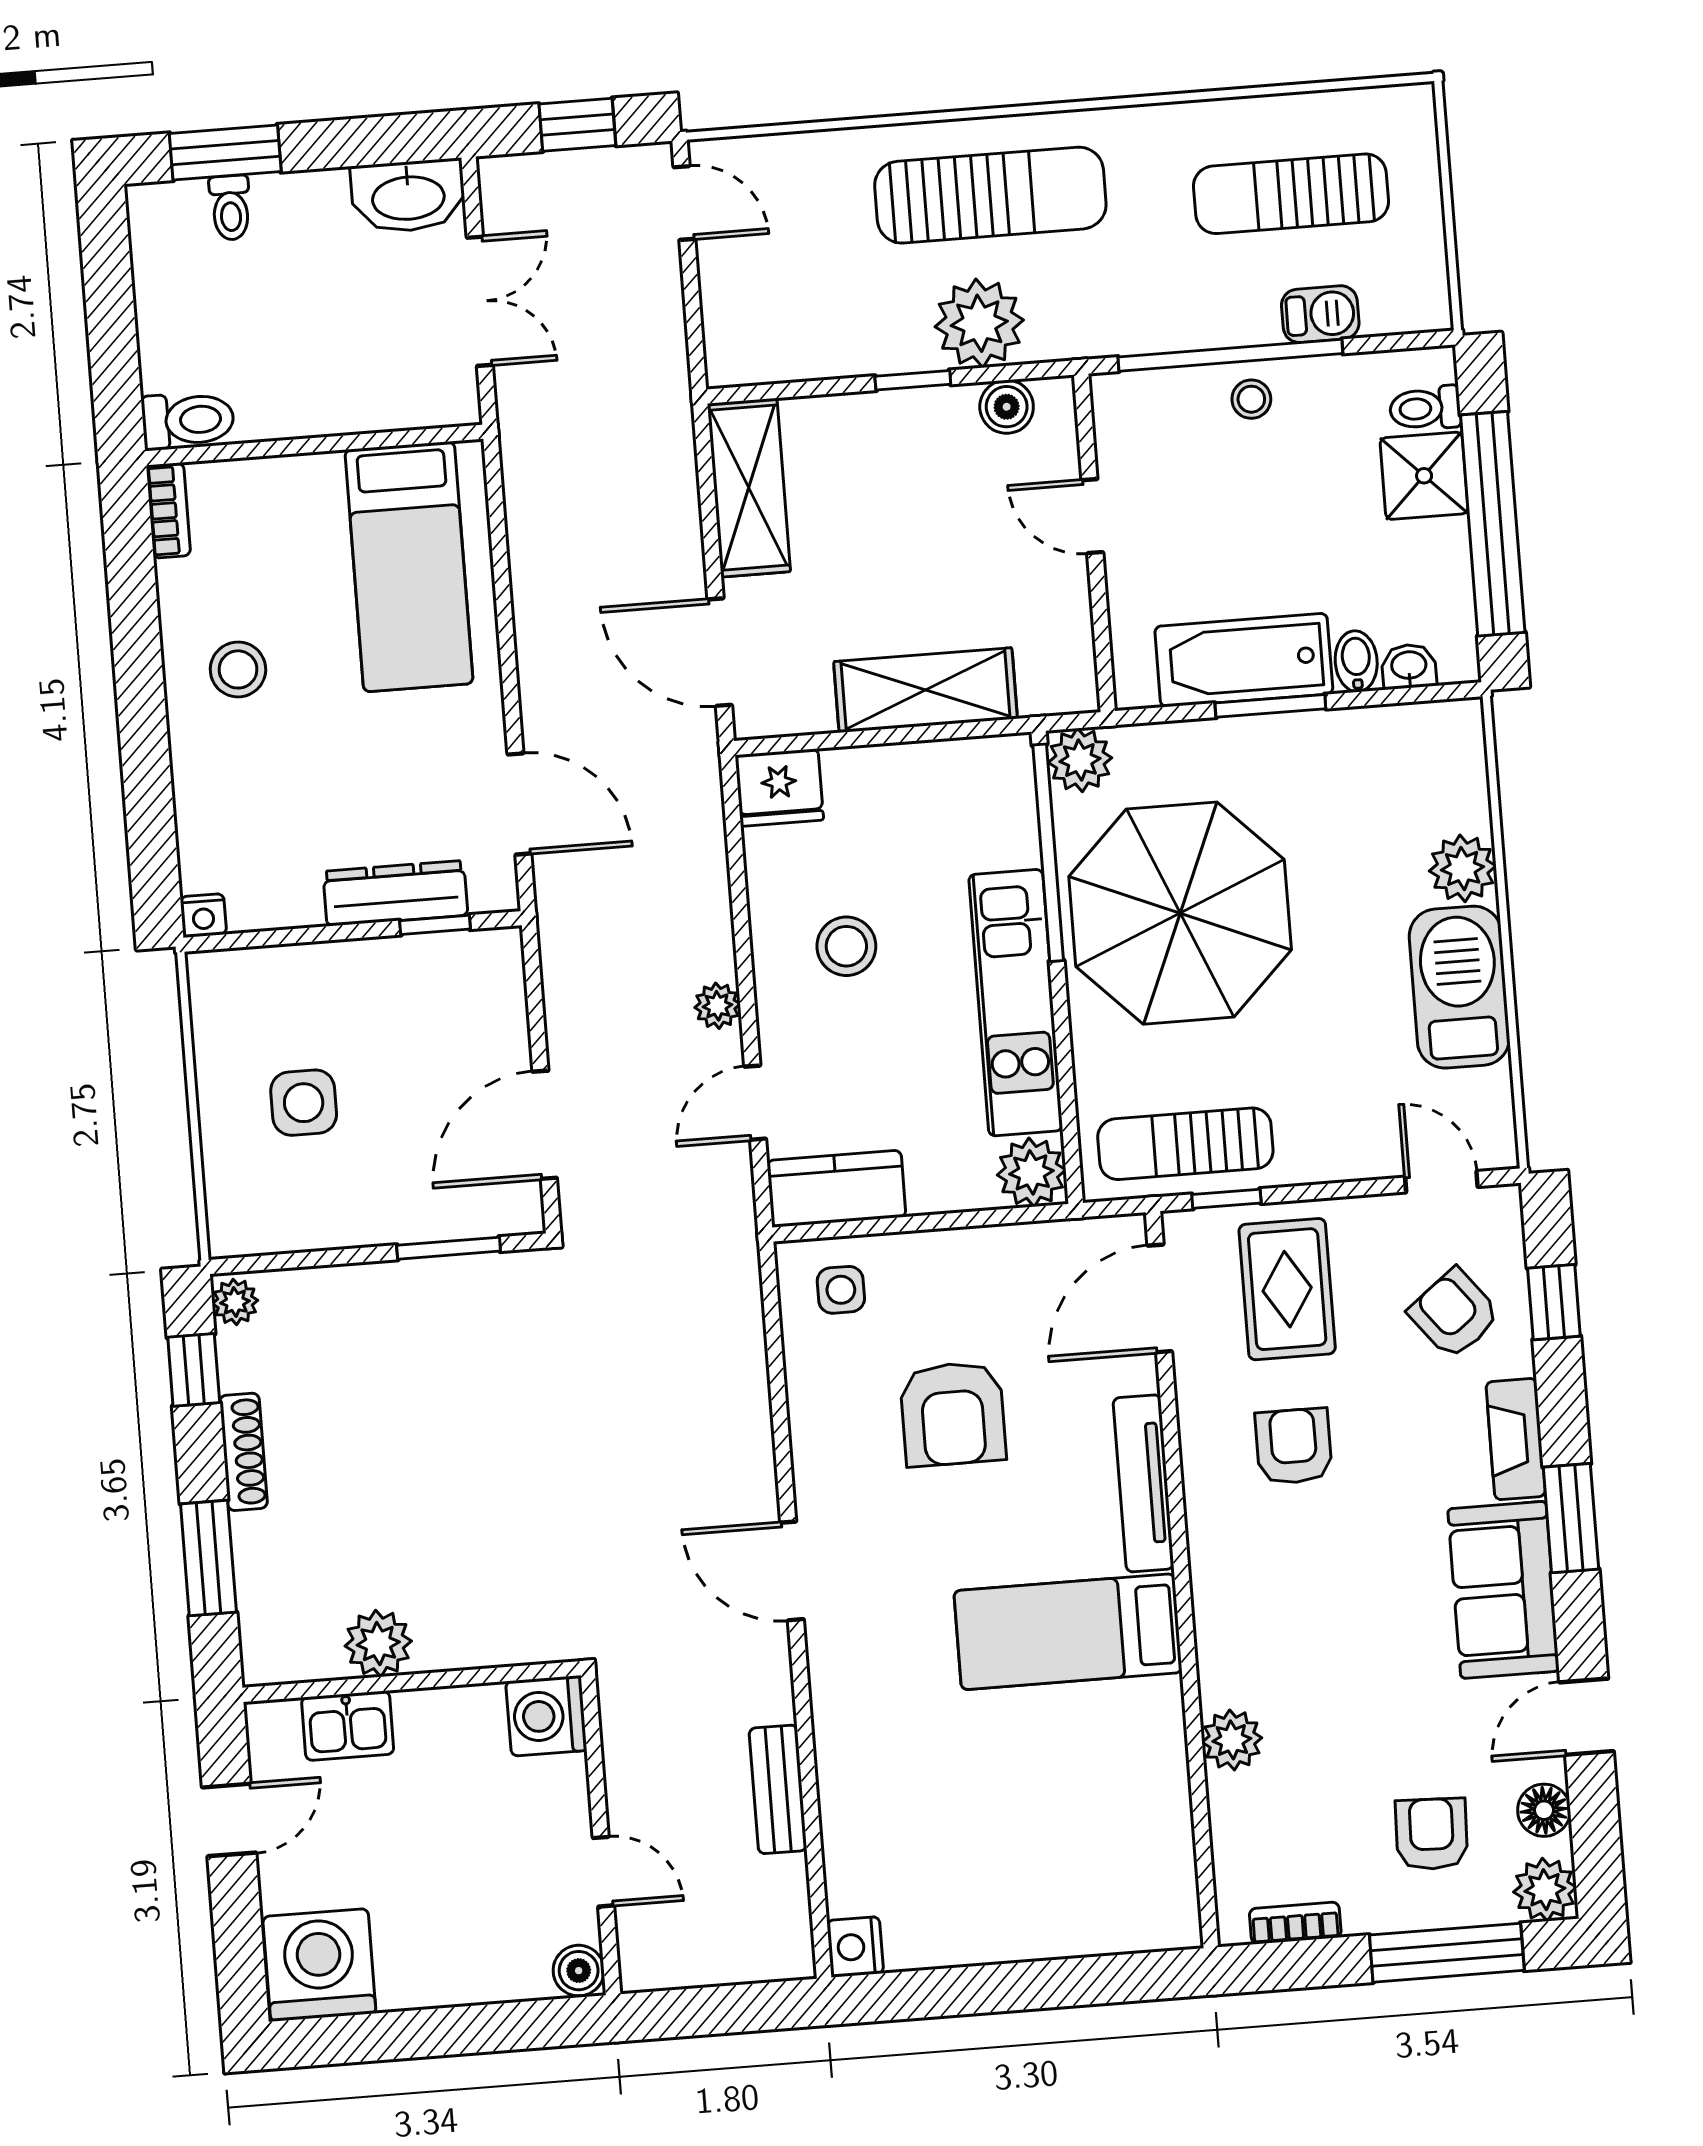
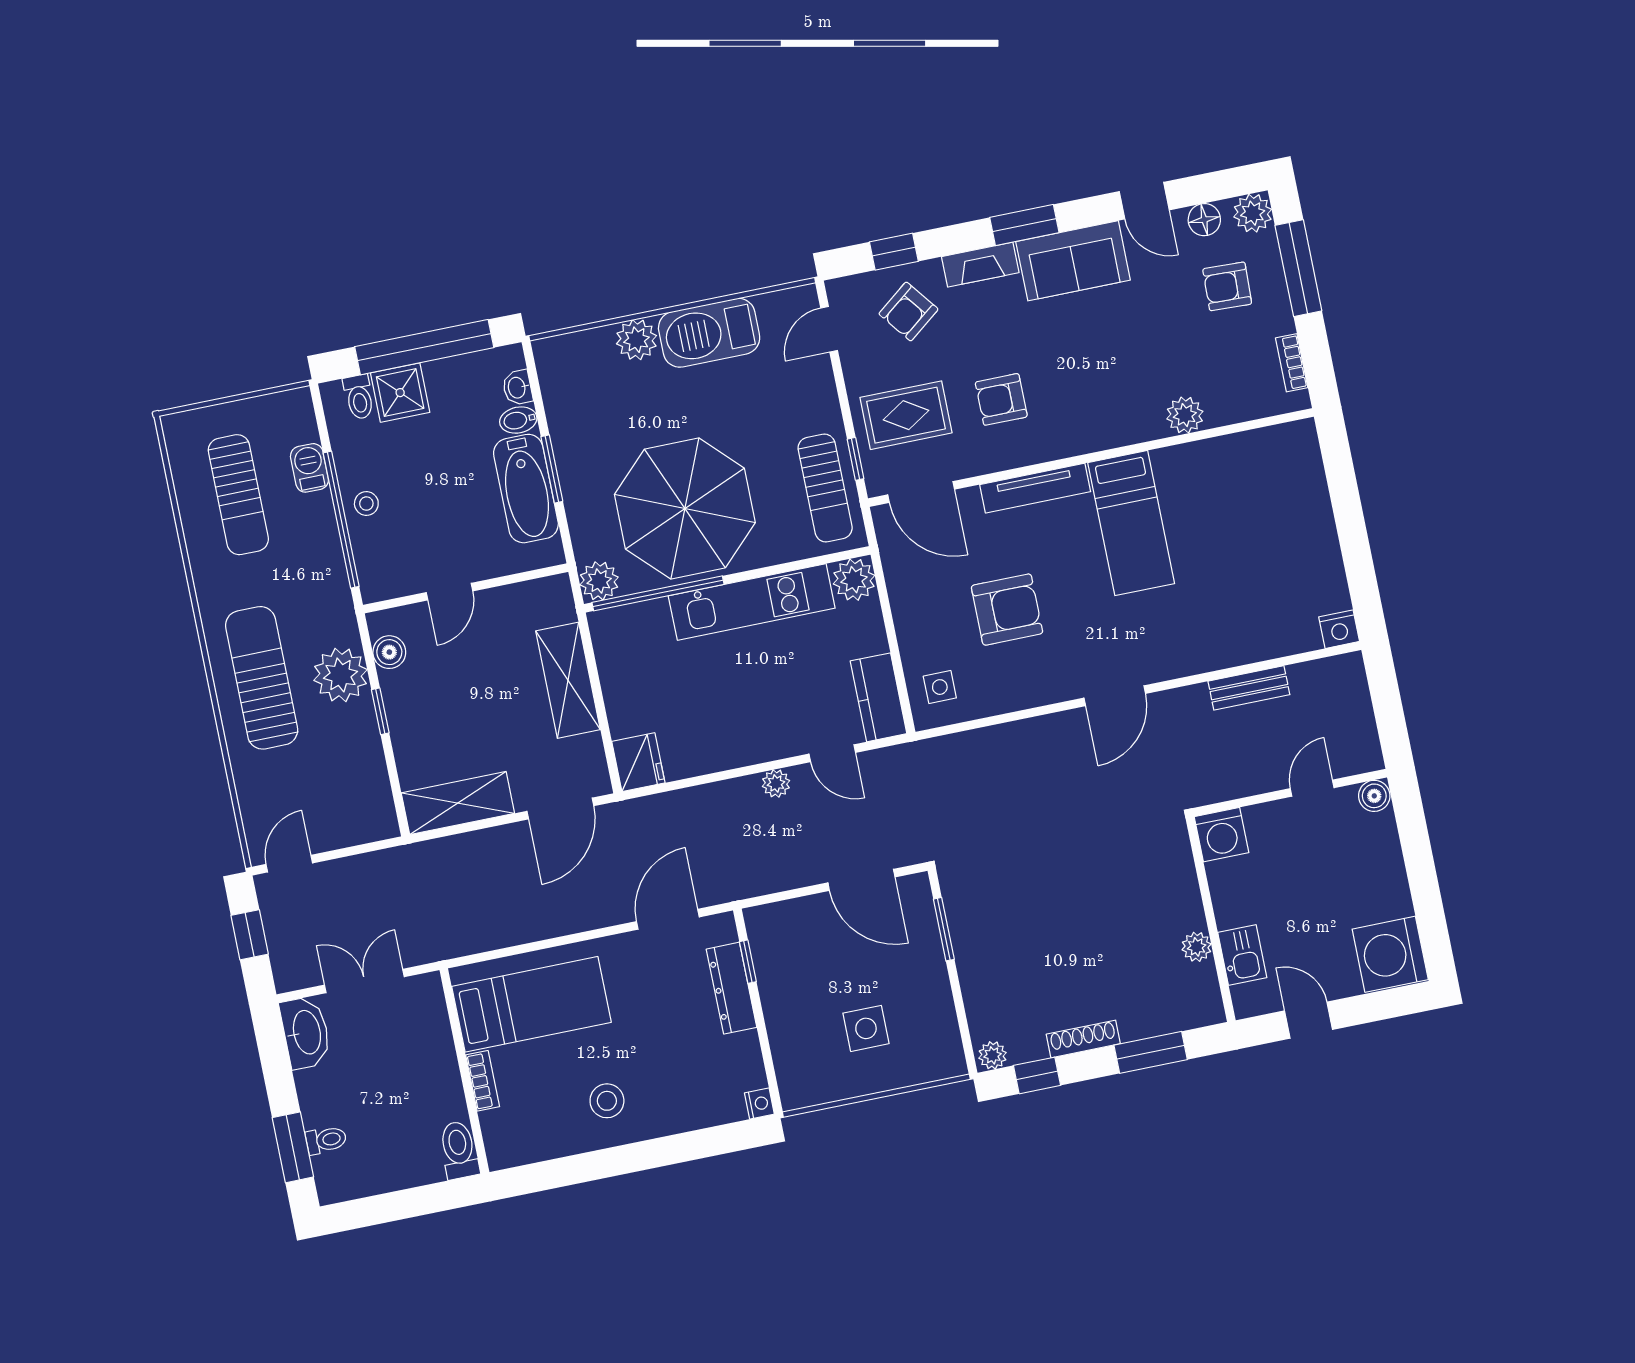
bookcase: (168, 510) -> (483, 1081), moved, turned 90
stool: (846, 946) -> (730, 709), removed
plant: (378, 1643) -> (1197, 947), width x0.73, depth x0.73

